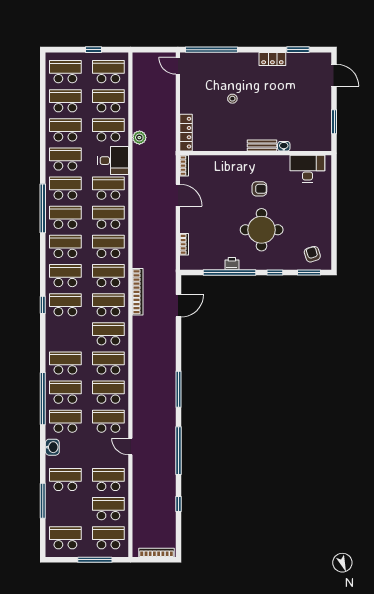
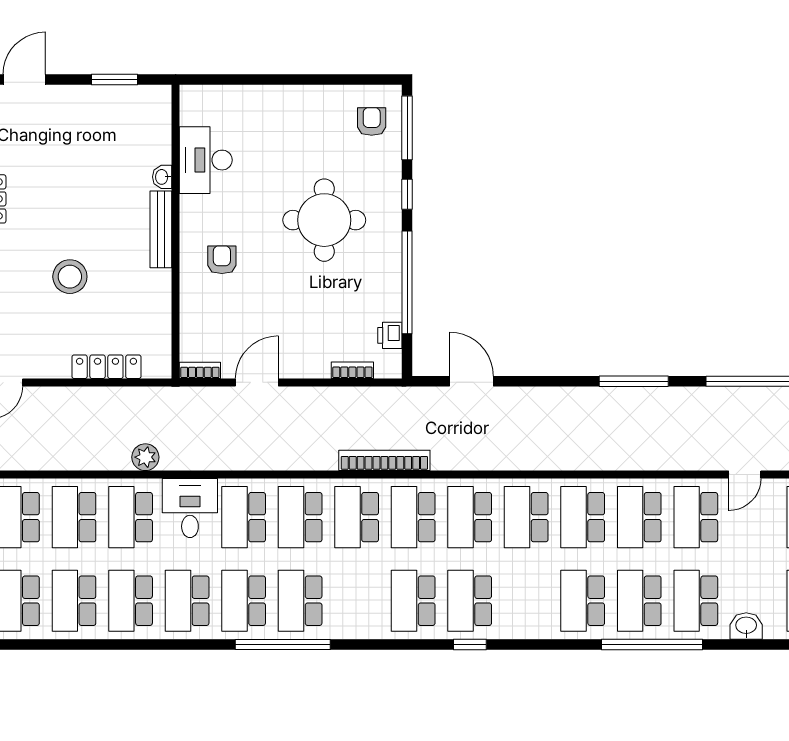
stool: (232, 99) -> (70, 277), width x1.89, depth x1.89
locker: (186, 133) -> (106, 367), moved
bench: (262, 146) -> (161, 229), width x1.36
desk: (307, 169) -> (206, 160), moved
armchair: (259, 189) -> (222, 260), moved
school desk: (65, 246) -> (357, 601), removed
armchair: (312, 254) -> (372, 122), turned 107
printer: (232, 264) -> (390, 335), moved
window: (309, 272) -> (407, 128), width x1.44
bookcase: (138, 292) -> (384, 460), moved

